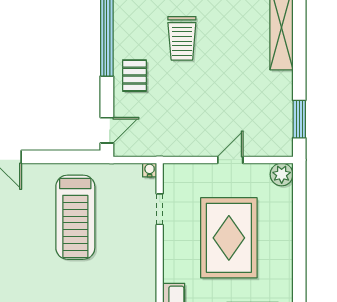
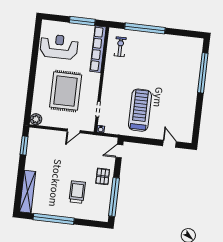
door: (230, 160) -> (74, 131), moved

